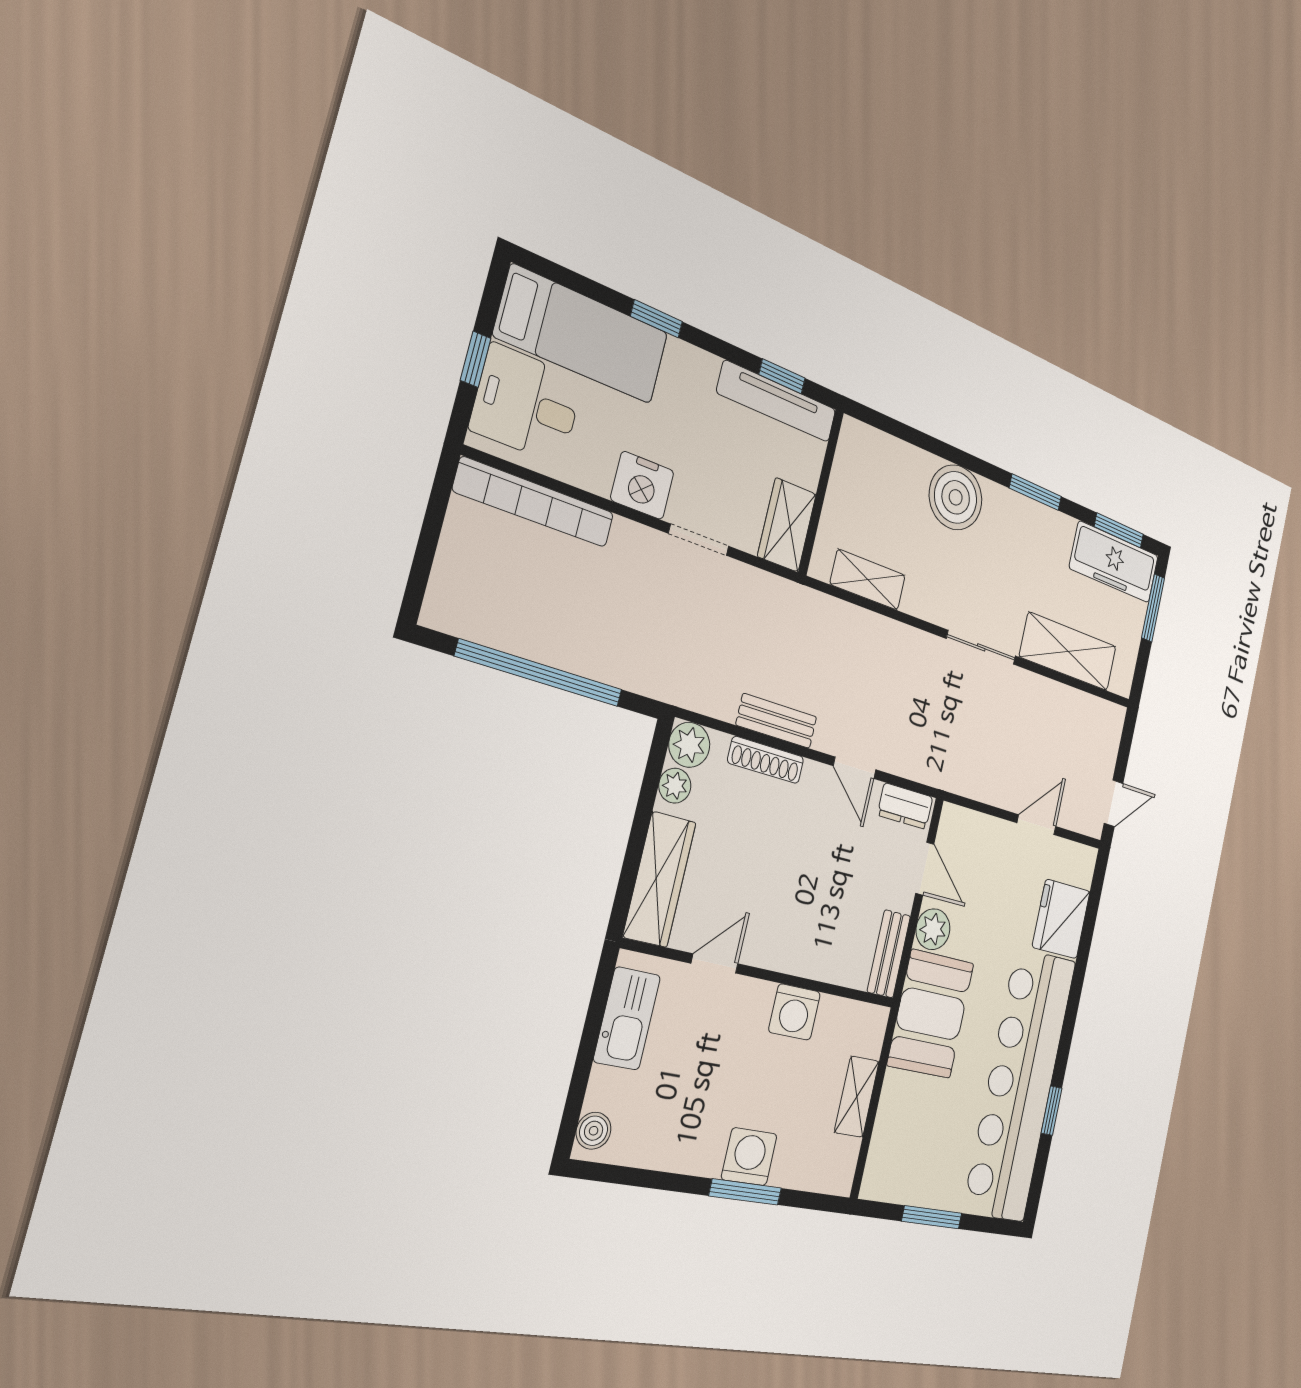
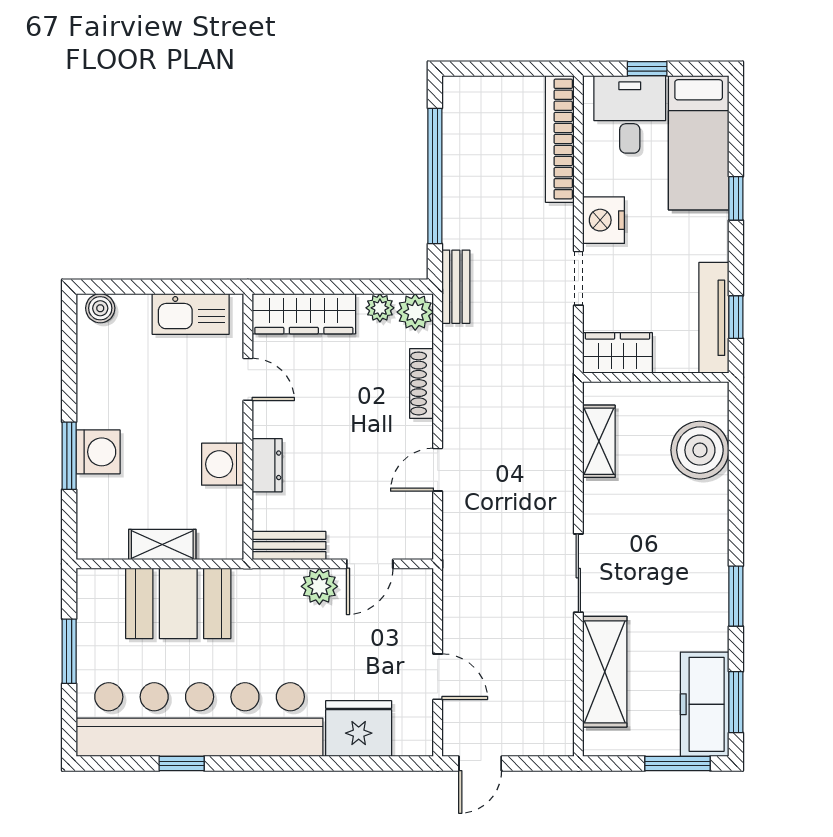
boiler: (956, 497) -> (700, 450), moved
bench: (777, 721) -> (456, 287), moved
door: (1114, 803) -> (480, 764), hinge flipped
dresser: (905, 806) -> (267, 465), moved, turned 180
booth: (931, 1014) -> (178, 603), moved

